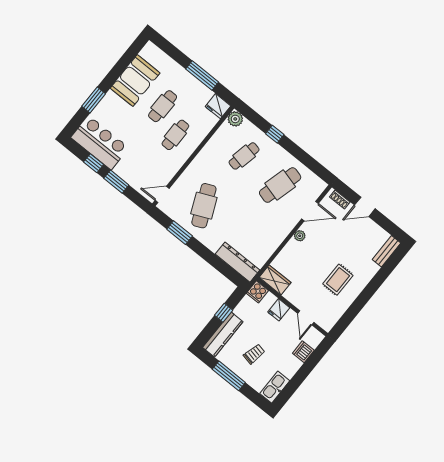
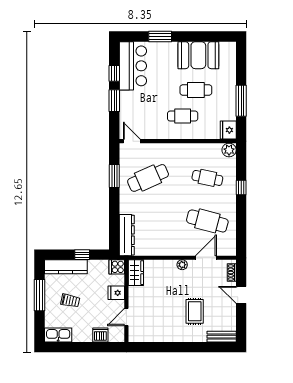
door: (310, 211) -> (206, 258), swing flipped
rug: (338, 280) -> (195, 311), moved, turned 90

